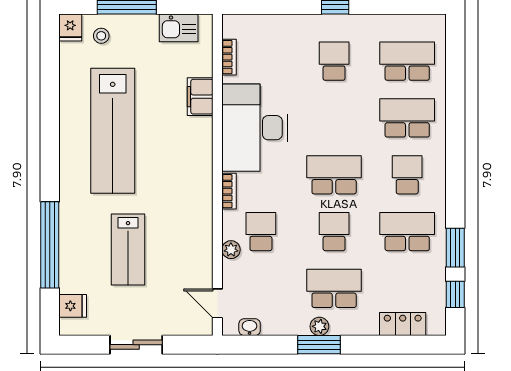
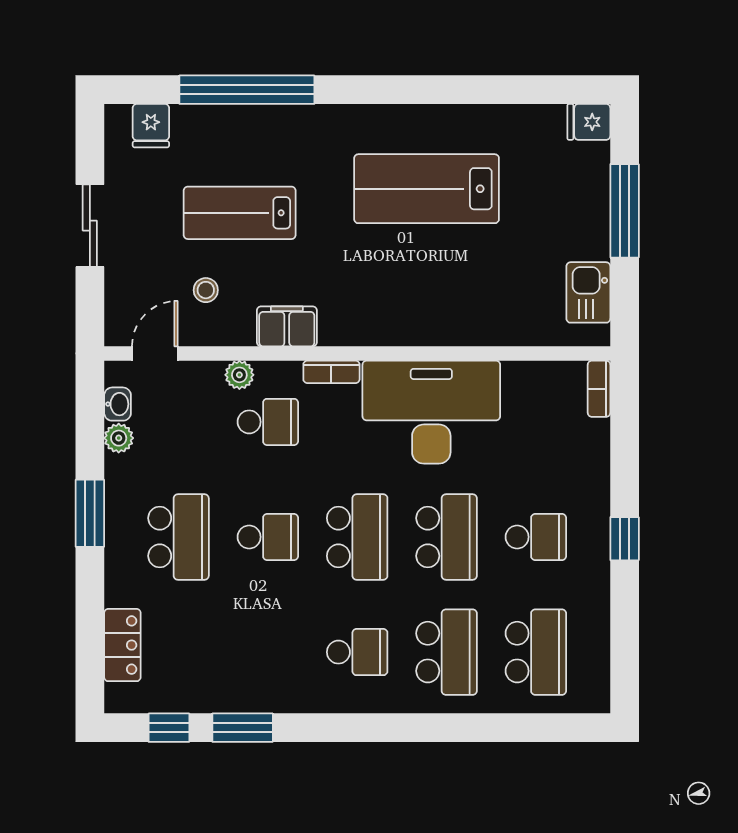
stool: (101, 36) -> (206, 290), moved
bookcase: (229, 57) -> (599, 389), moved, turned 90
filing cabinet: (200, 97) -> (287, 326), moved
lab bench: (113, 131) -> (427, 189), width x0.73
school desk: (407, 232) -> (447, 537), moved
plant: (319, 326) -> (119, 438), moved

